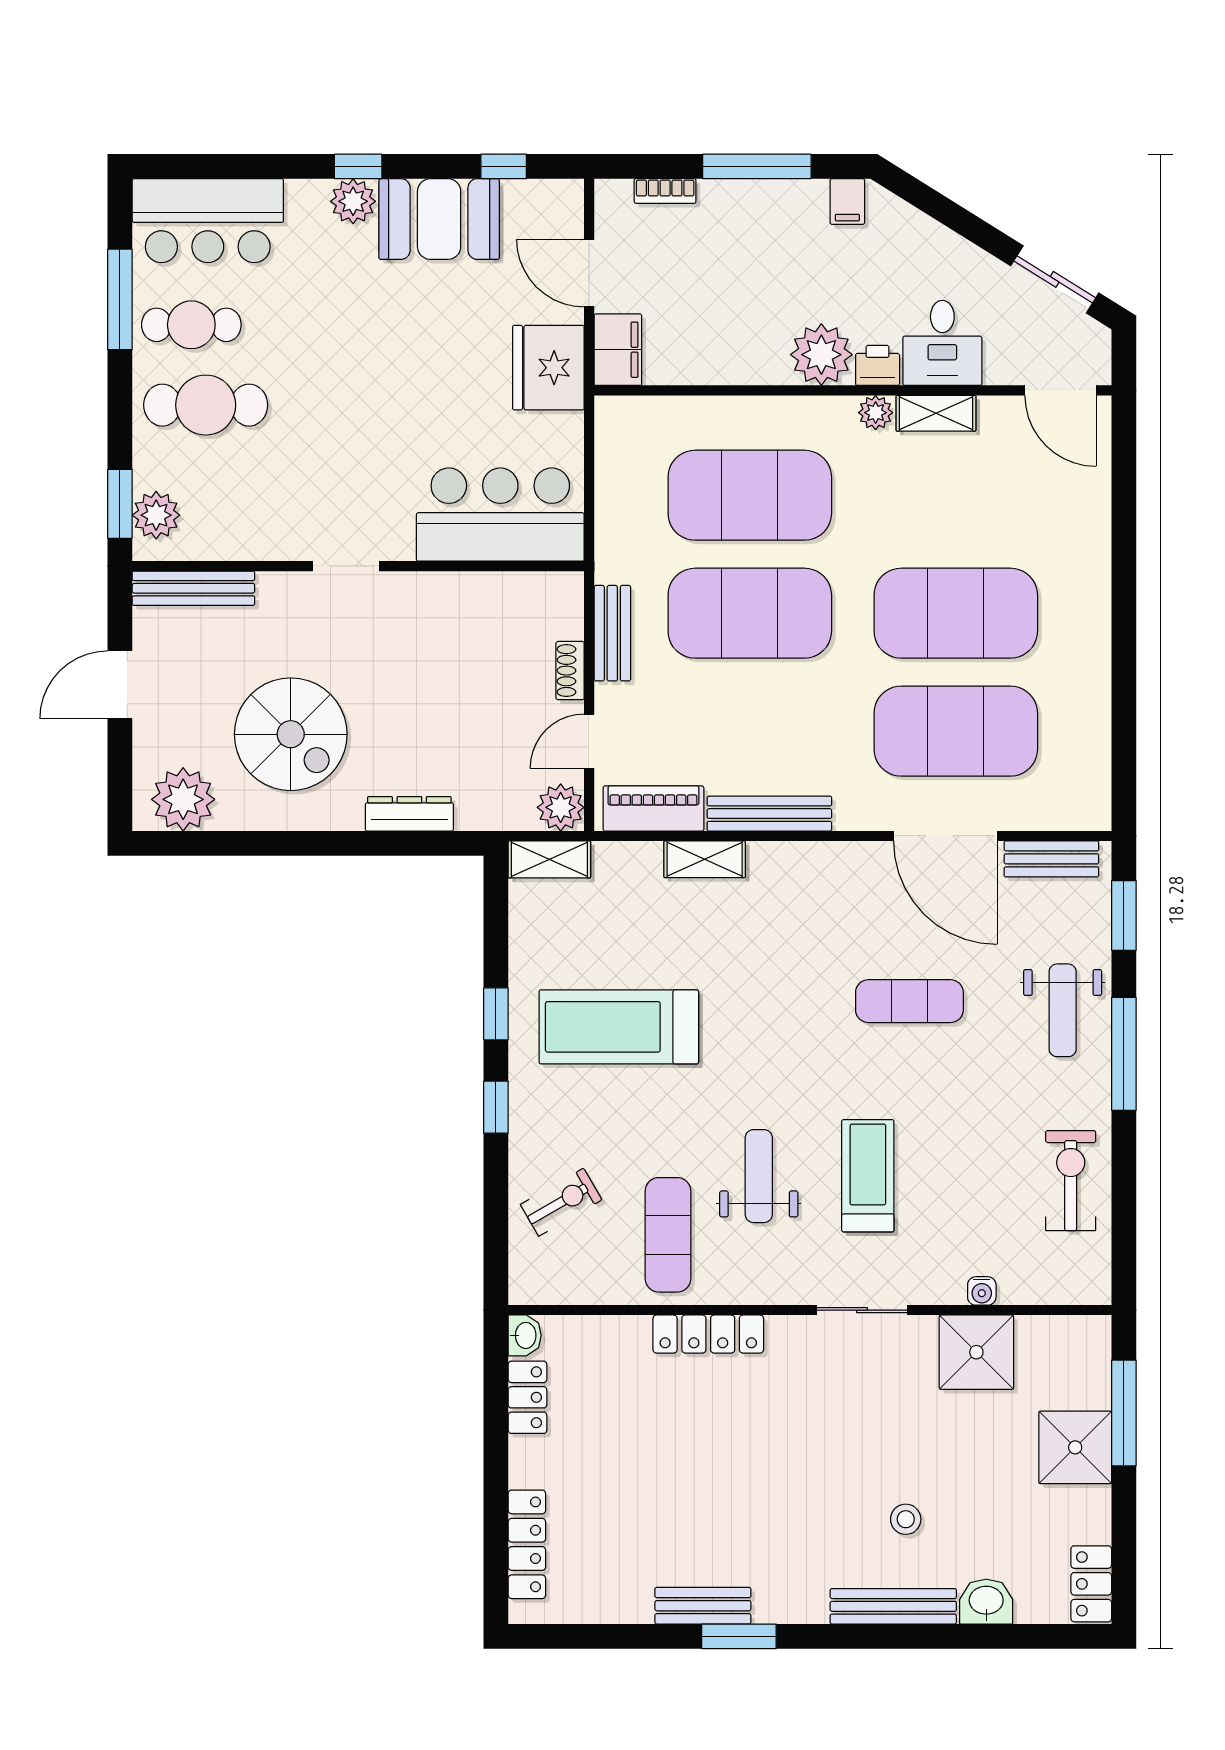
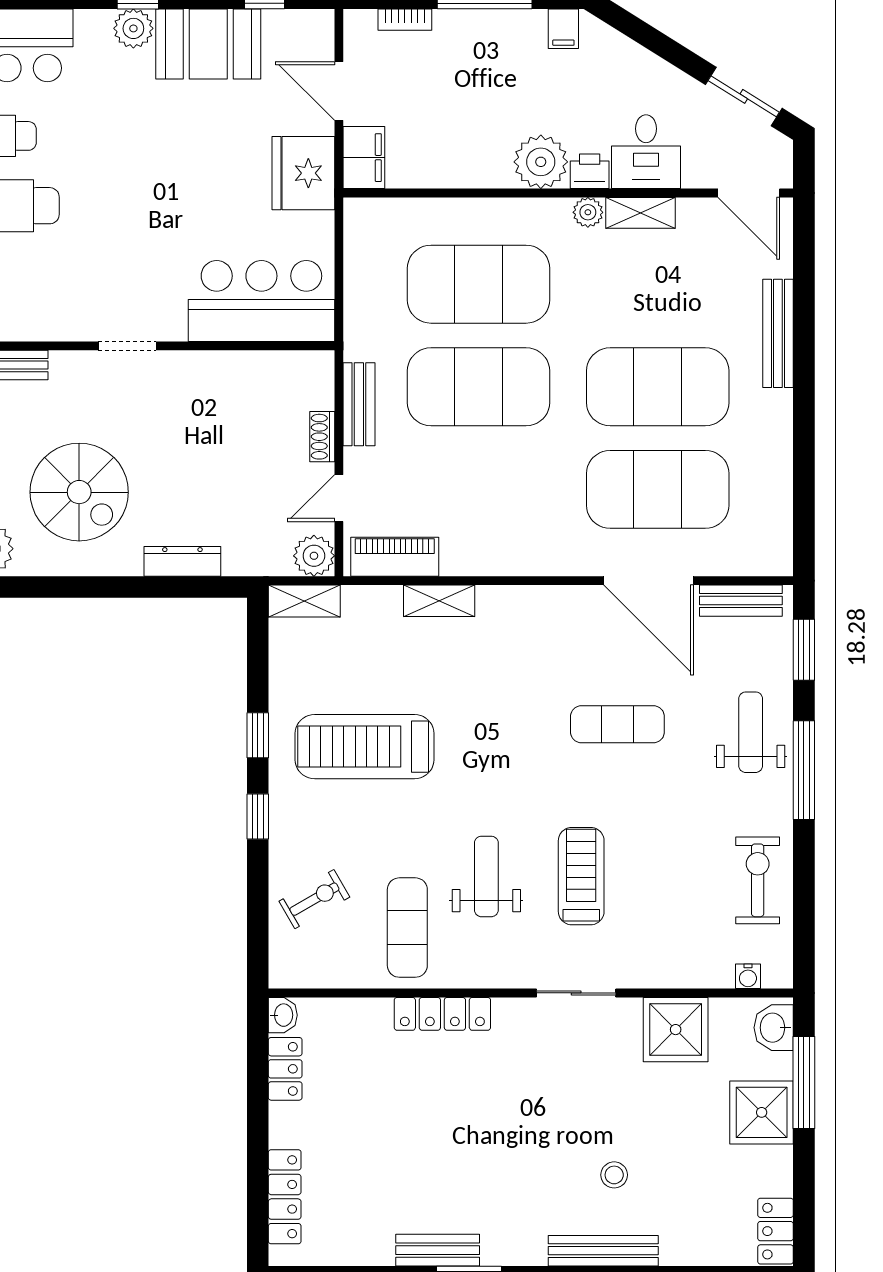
bench: (769, 814) -> (778, 333), moved, turned 90
weight bench: (1063, 1010) -> (751, 732), turned 180
water cooler: (982, 1291) -> (748, 976), moved
washbasin: (986, 1602) -> (774, 1028), moved, turned -90

